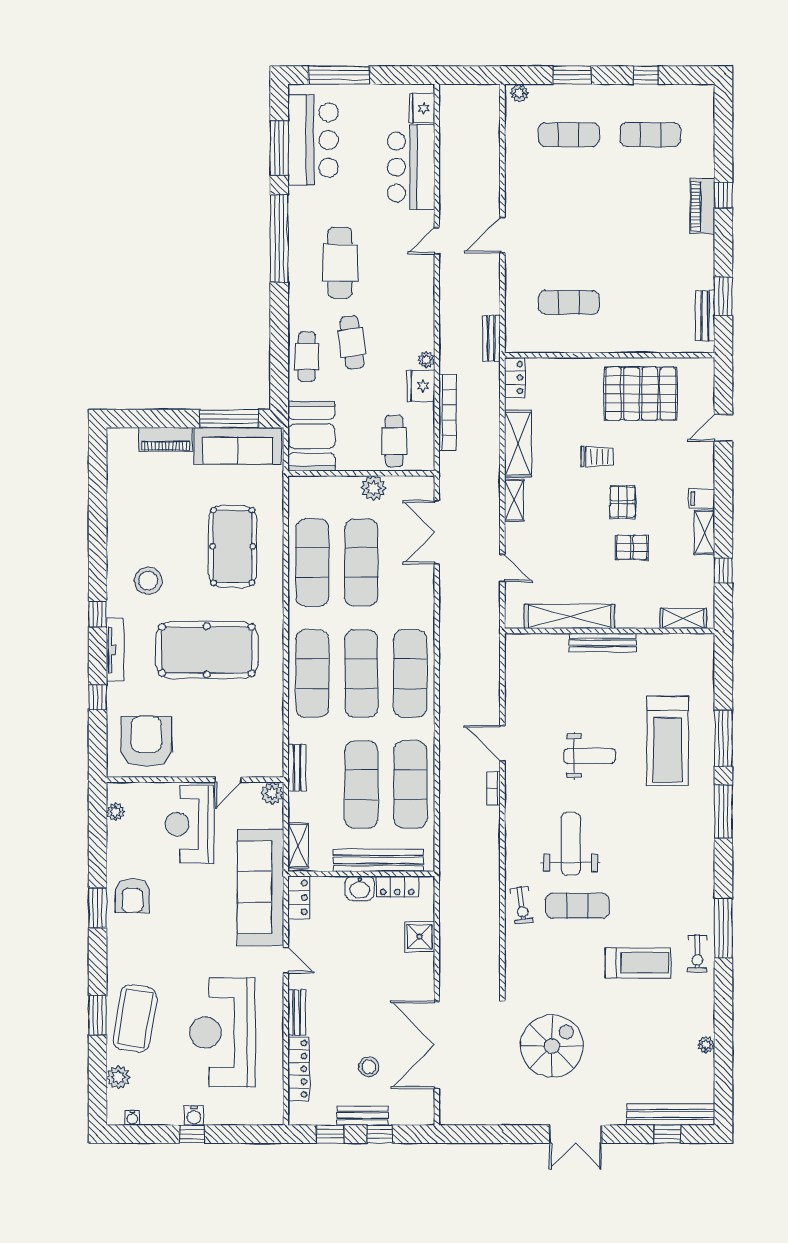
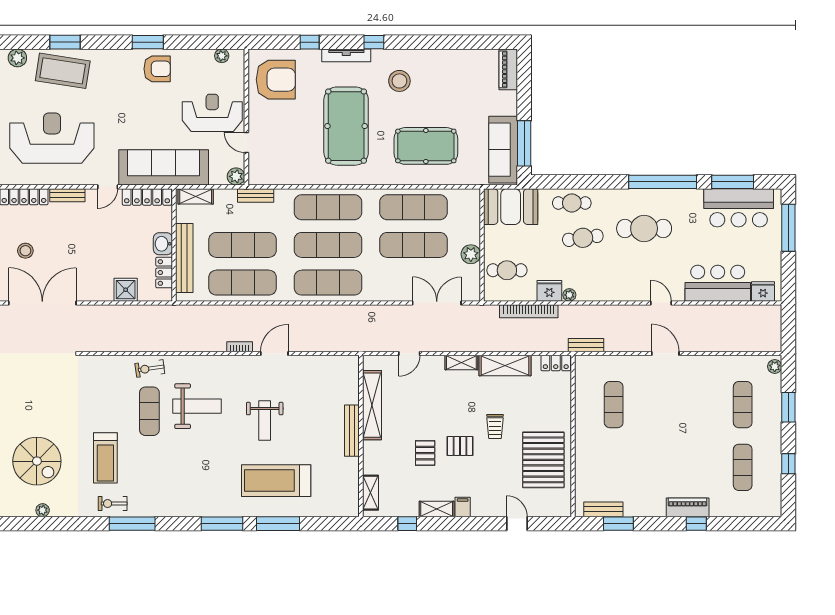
piano: (165, 439) -> (508, 69), moved
armchair: (132, 896) -> (157, 69), turned 180
locker: (299, 897) -> (147, 197), width x1.53
spiral stairs: (552, 1046) -> (37, 461), moved

